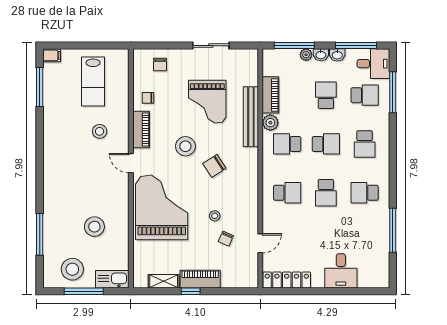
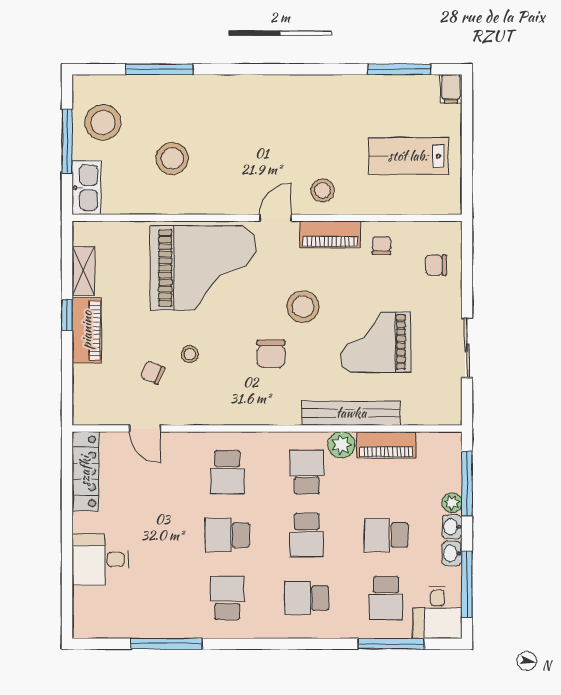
school desk: (326, 95) -> (386, 535), turned 180
stool: (100, 131) -> (322, 190), moved
chair: (214, 166) -> (271, 354), turned -147

